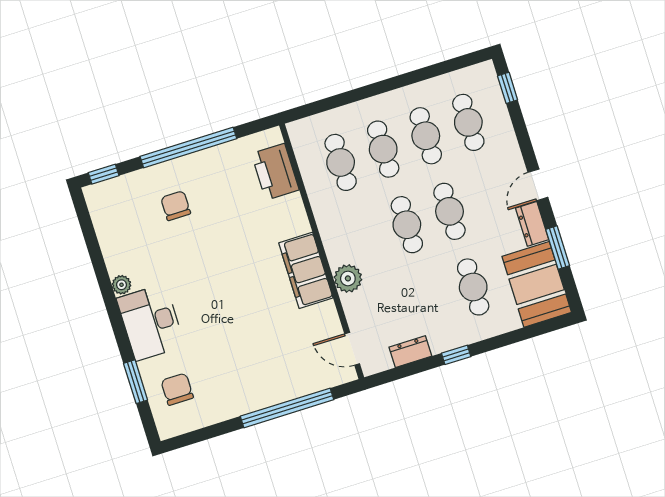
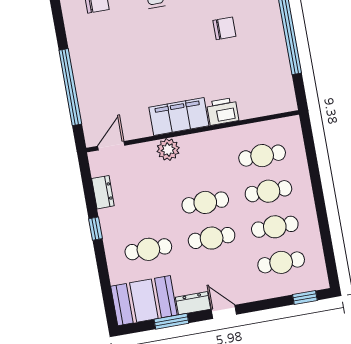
printer: (275, 172) -> (223, 111), moved, width x0.73, depth x0.84
chair: (176, 206) -> (224, 28), moved

